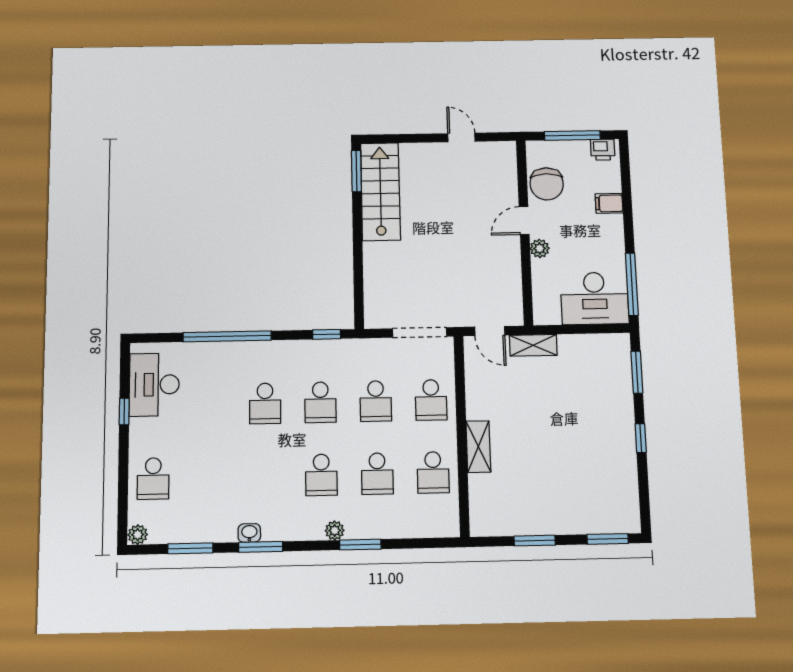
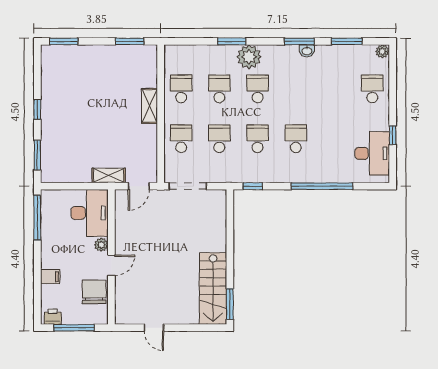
desk: (595, 298) -> (90, 213), moved, turned 90
door: (490, 331) -> (139, 186), swing flipped
plant: (335, 530) -> (249, 57), width x1.87, depth x1.87
window: (535, 541) -> (130, 41), moved

